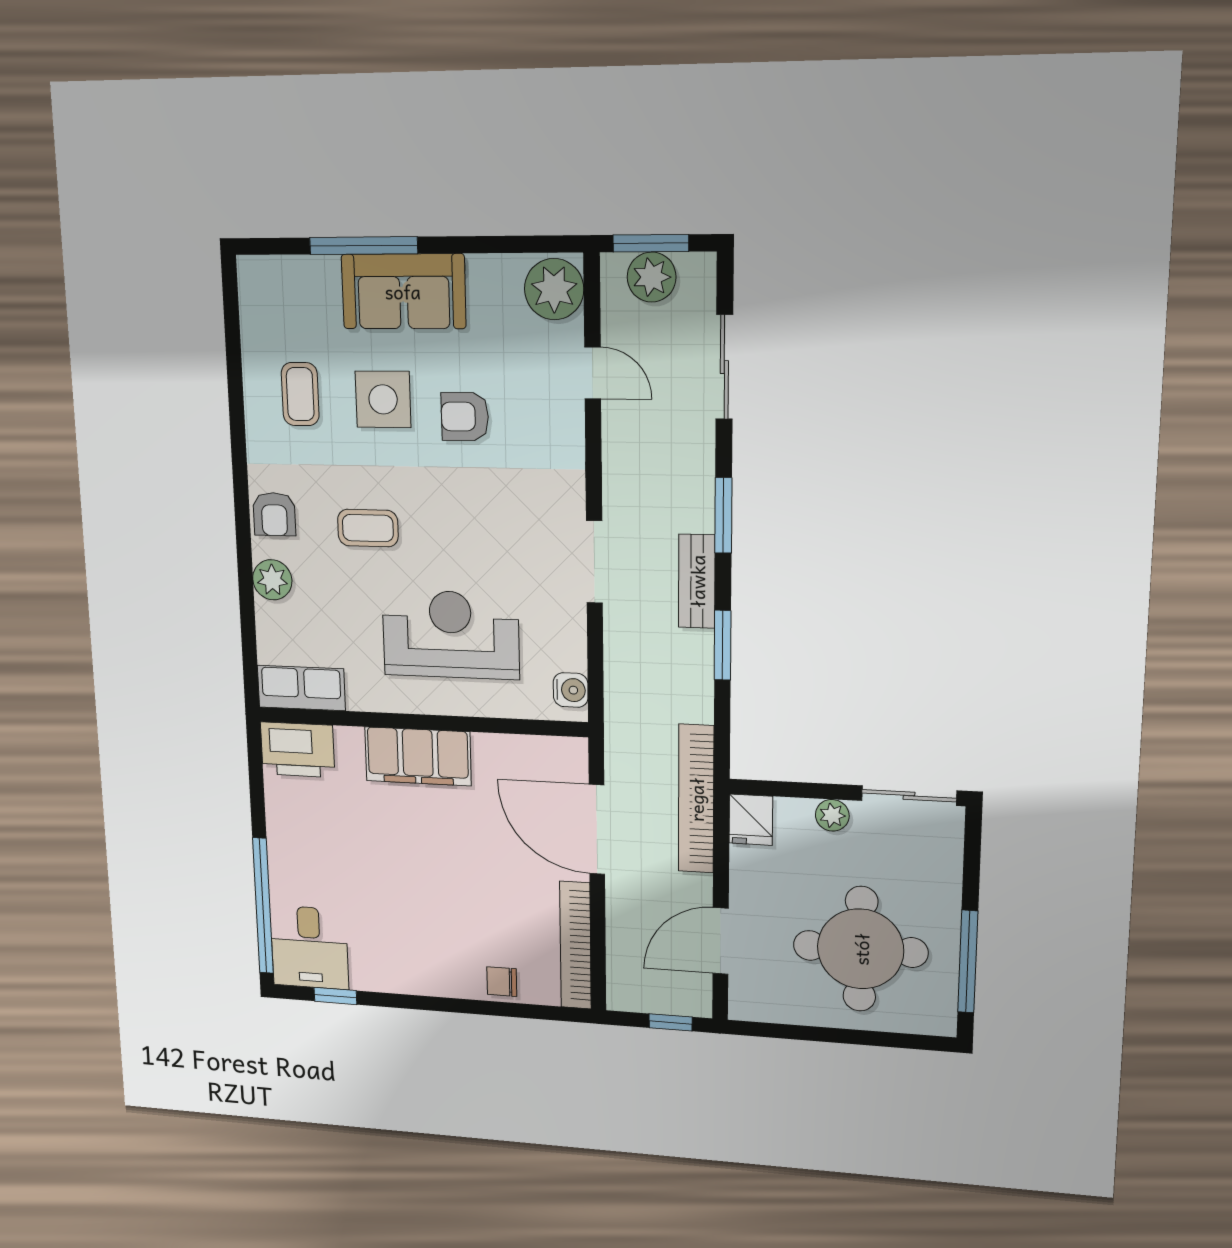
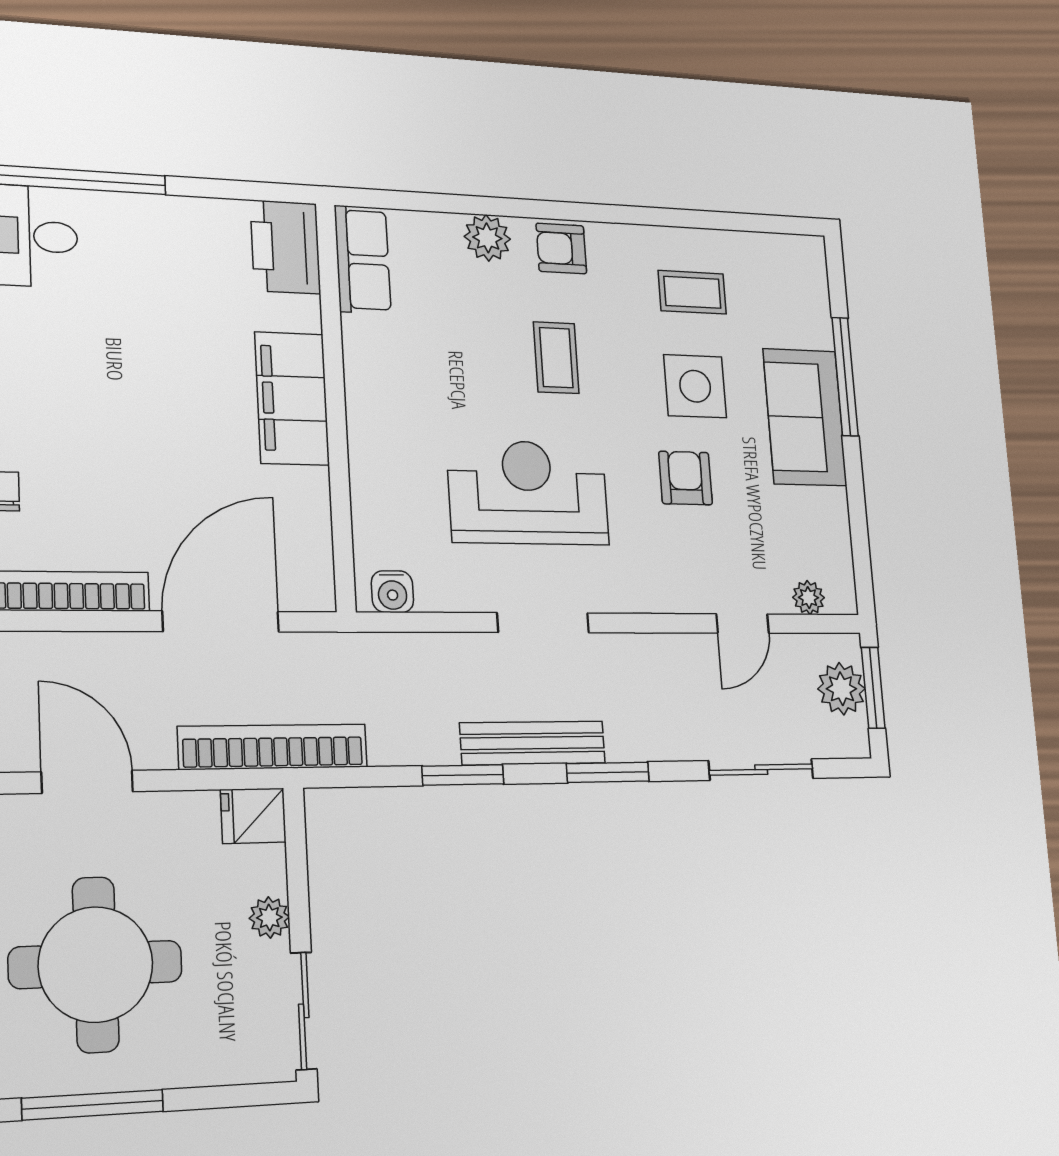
plant: (554, 289) -> (809, 598), width x0.53, depth x0.53
bench: (697, 581) -> (533, 743), width x1.36
reception desk: (451, 635) -> (528, 493), moved, turned -90

